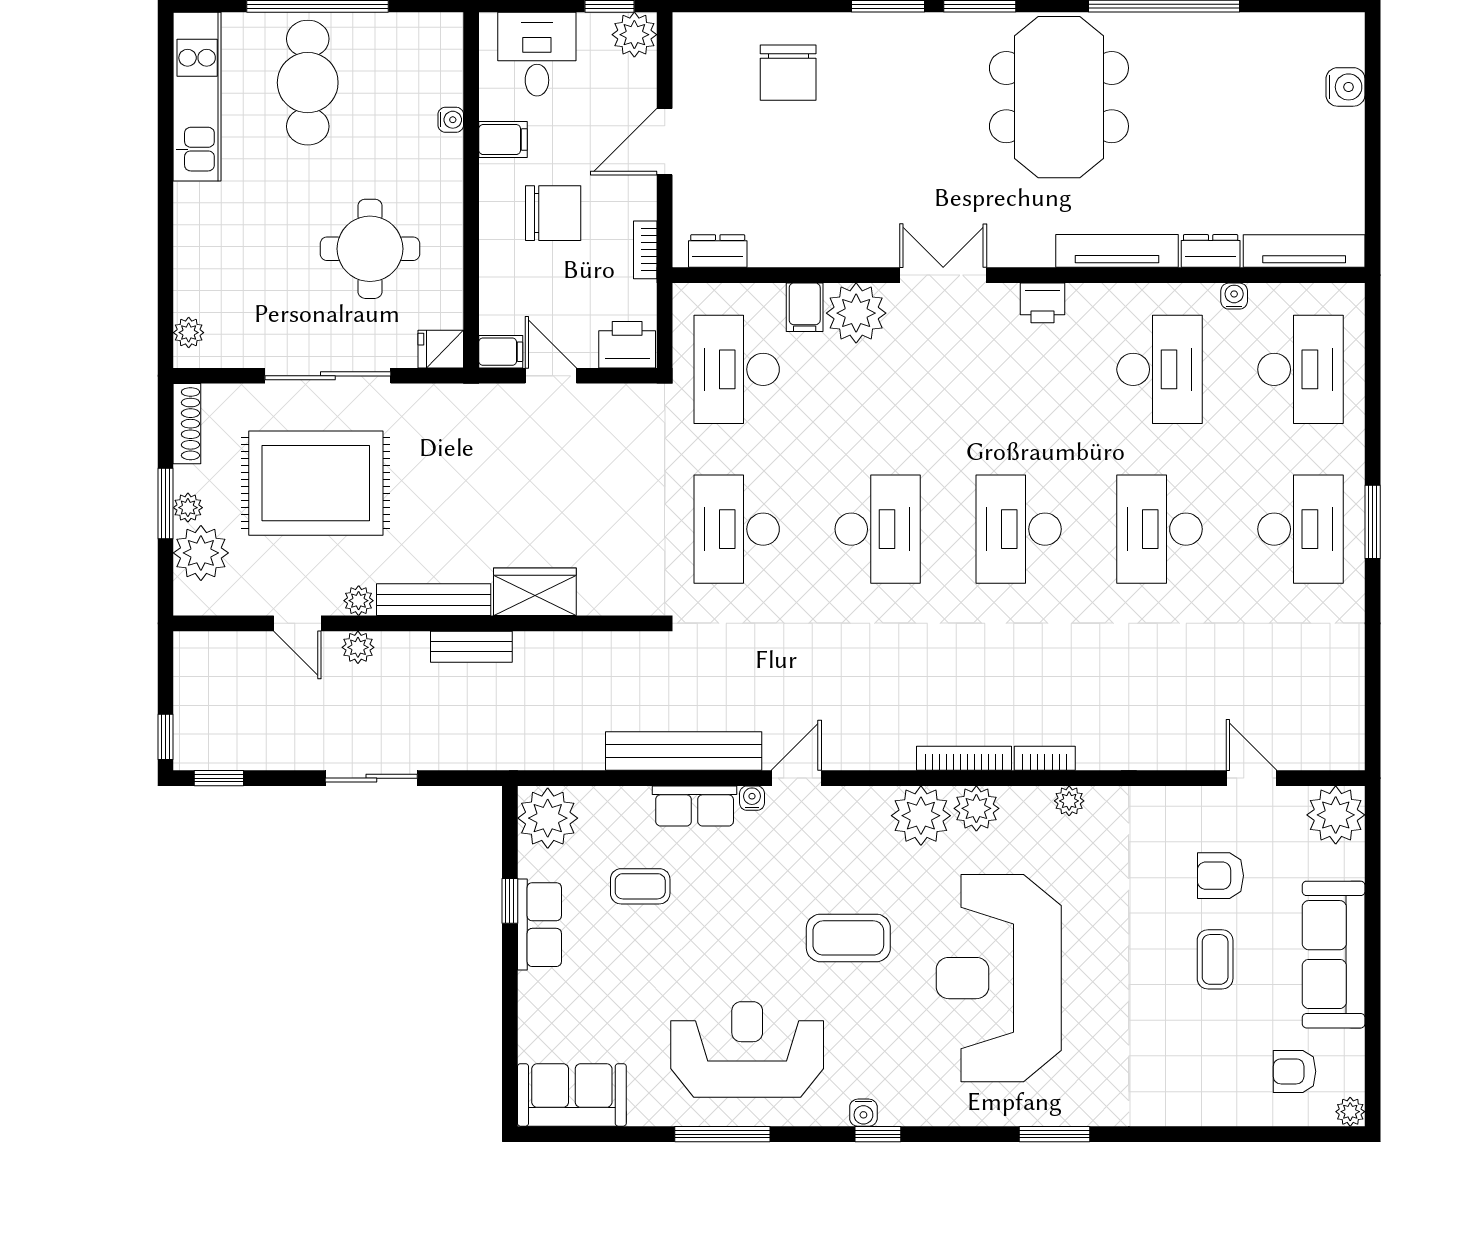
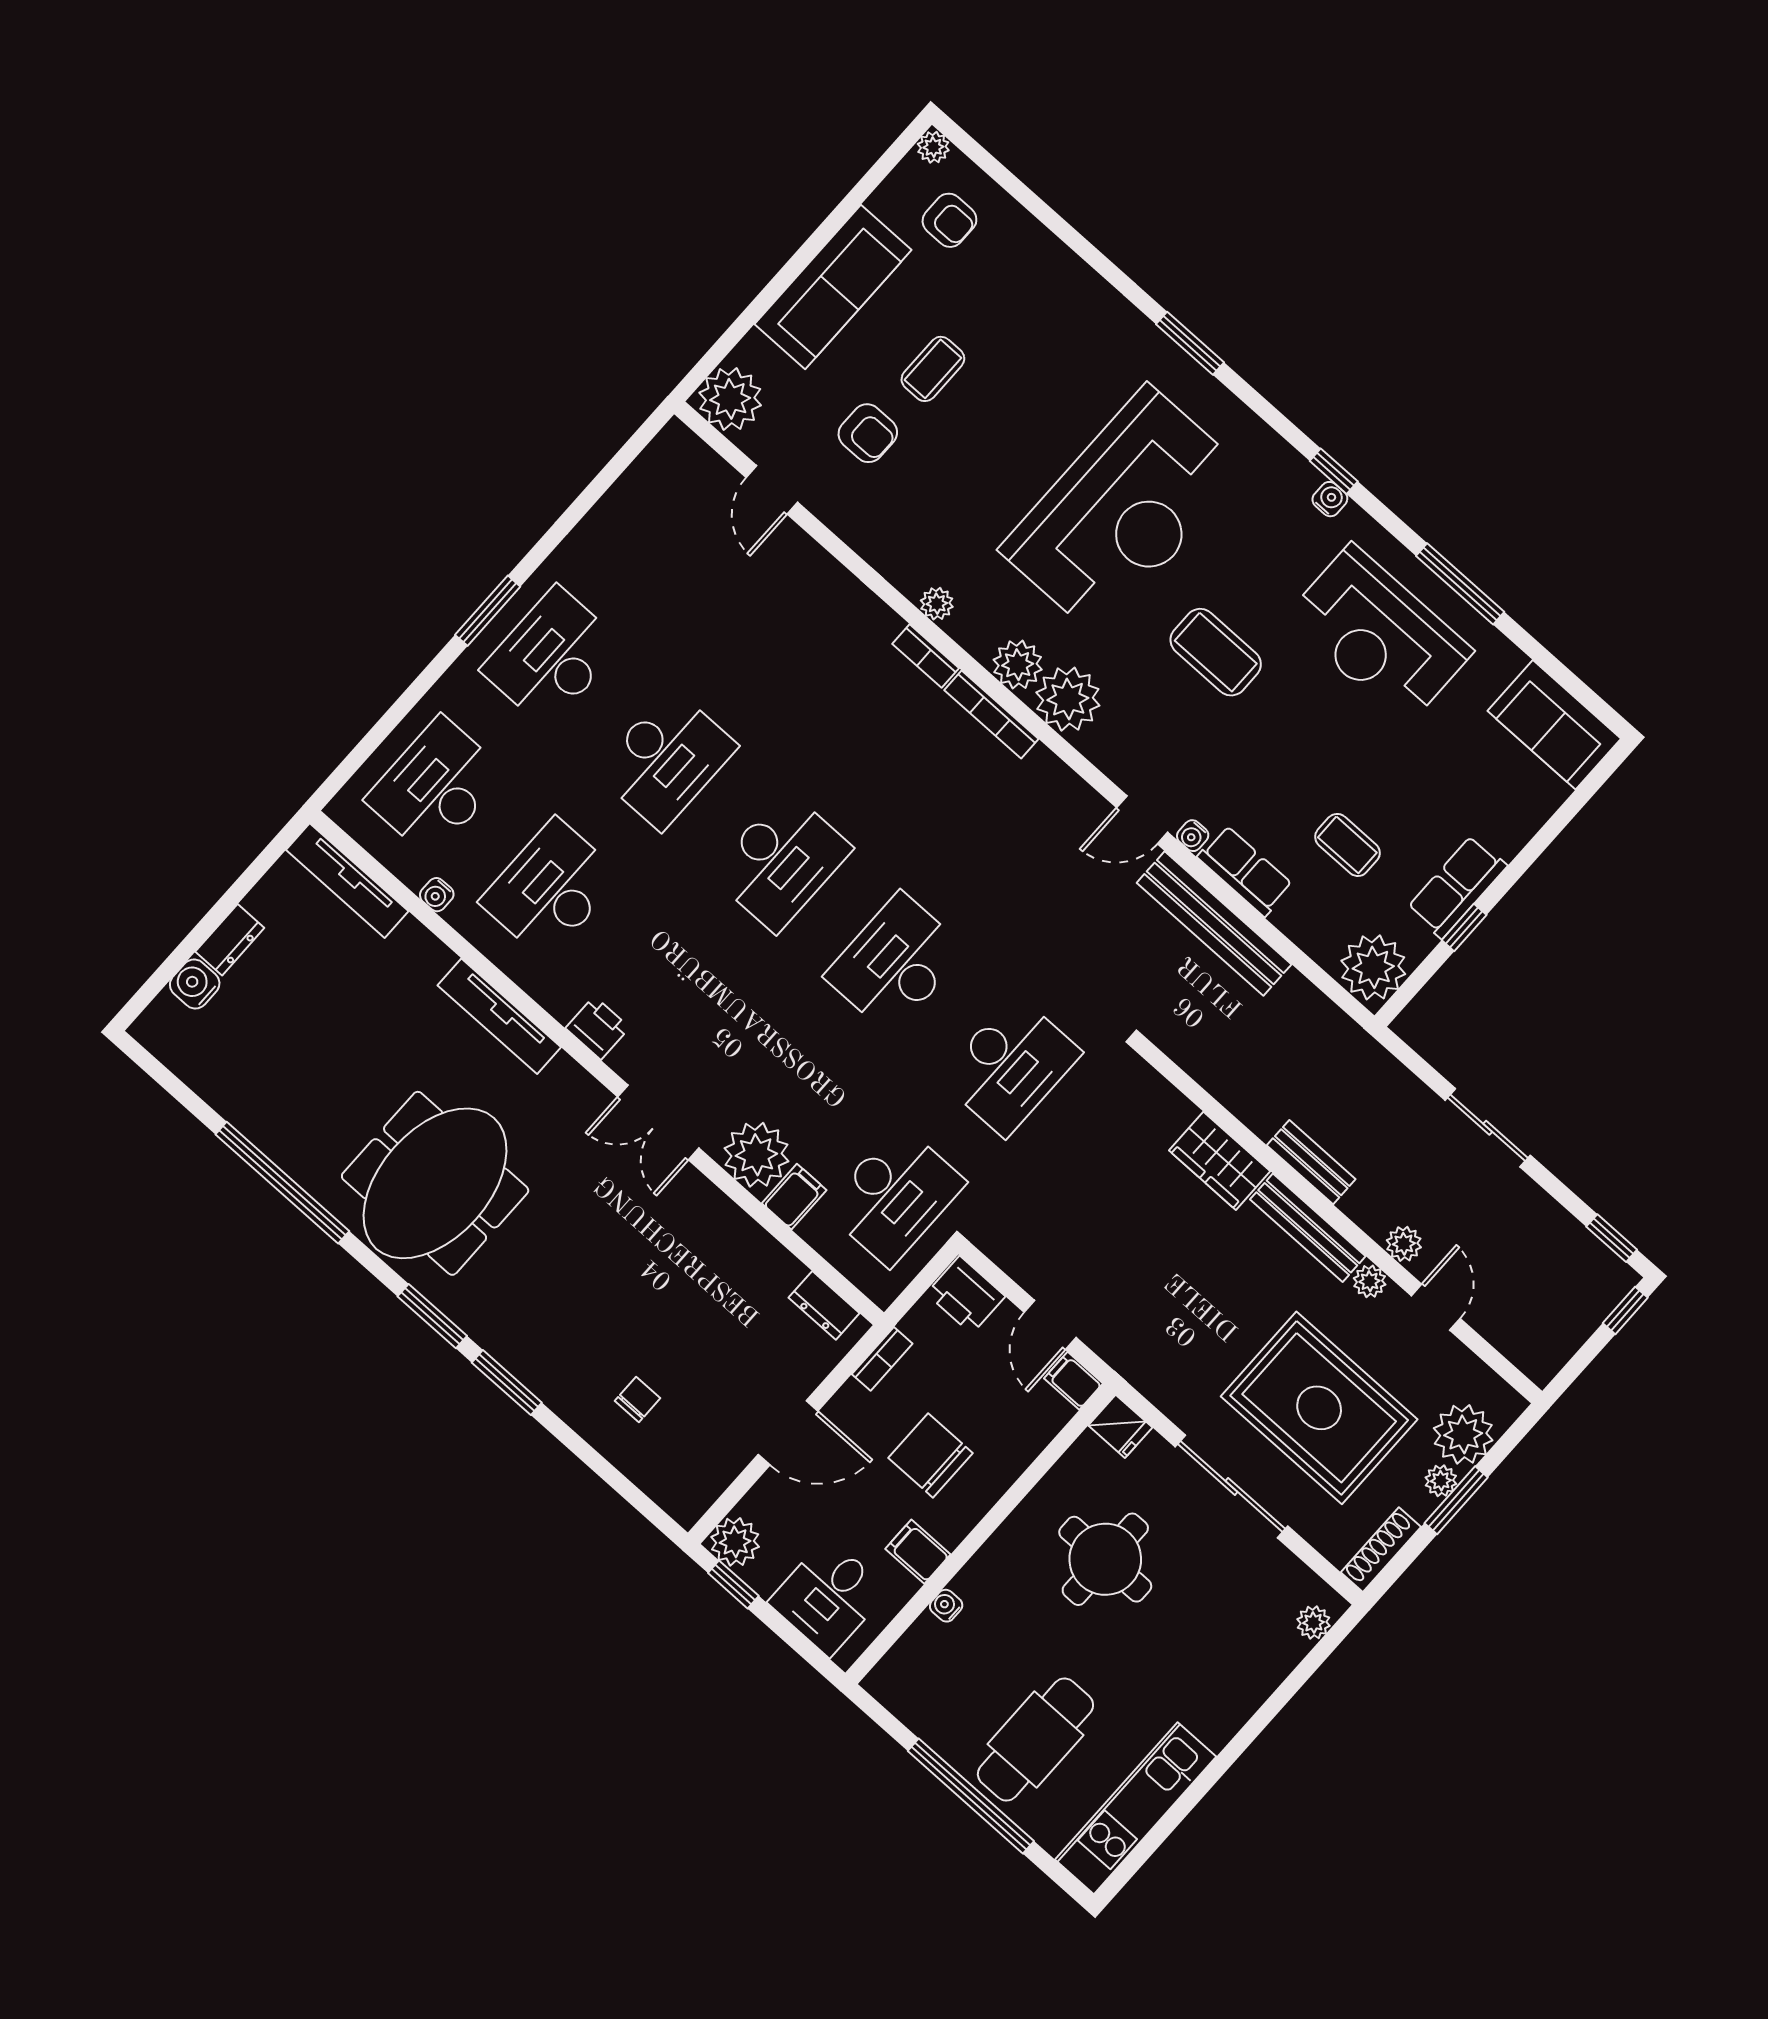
chair: (788, 73) -> (638, 1399), width x0.54, depth x0.54
dresser: (1211, 251) -> (230, 940), moved, turned -90

